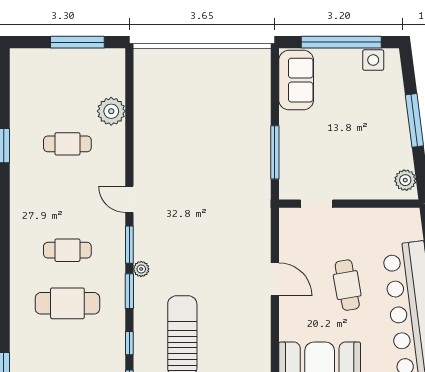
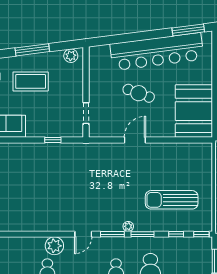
plant: (111, 111) -> (54, 246), moved
coffee table: (365, 118) -> (31, 81), added
window: (275, 152) -> (53, 140), width x0.46
cafe table: (347, 285) -> (139, 93), turned 30

